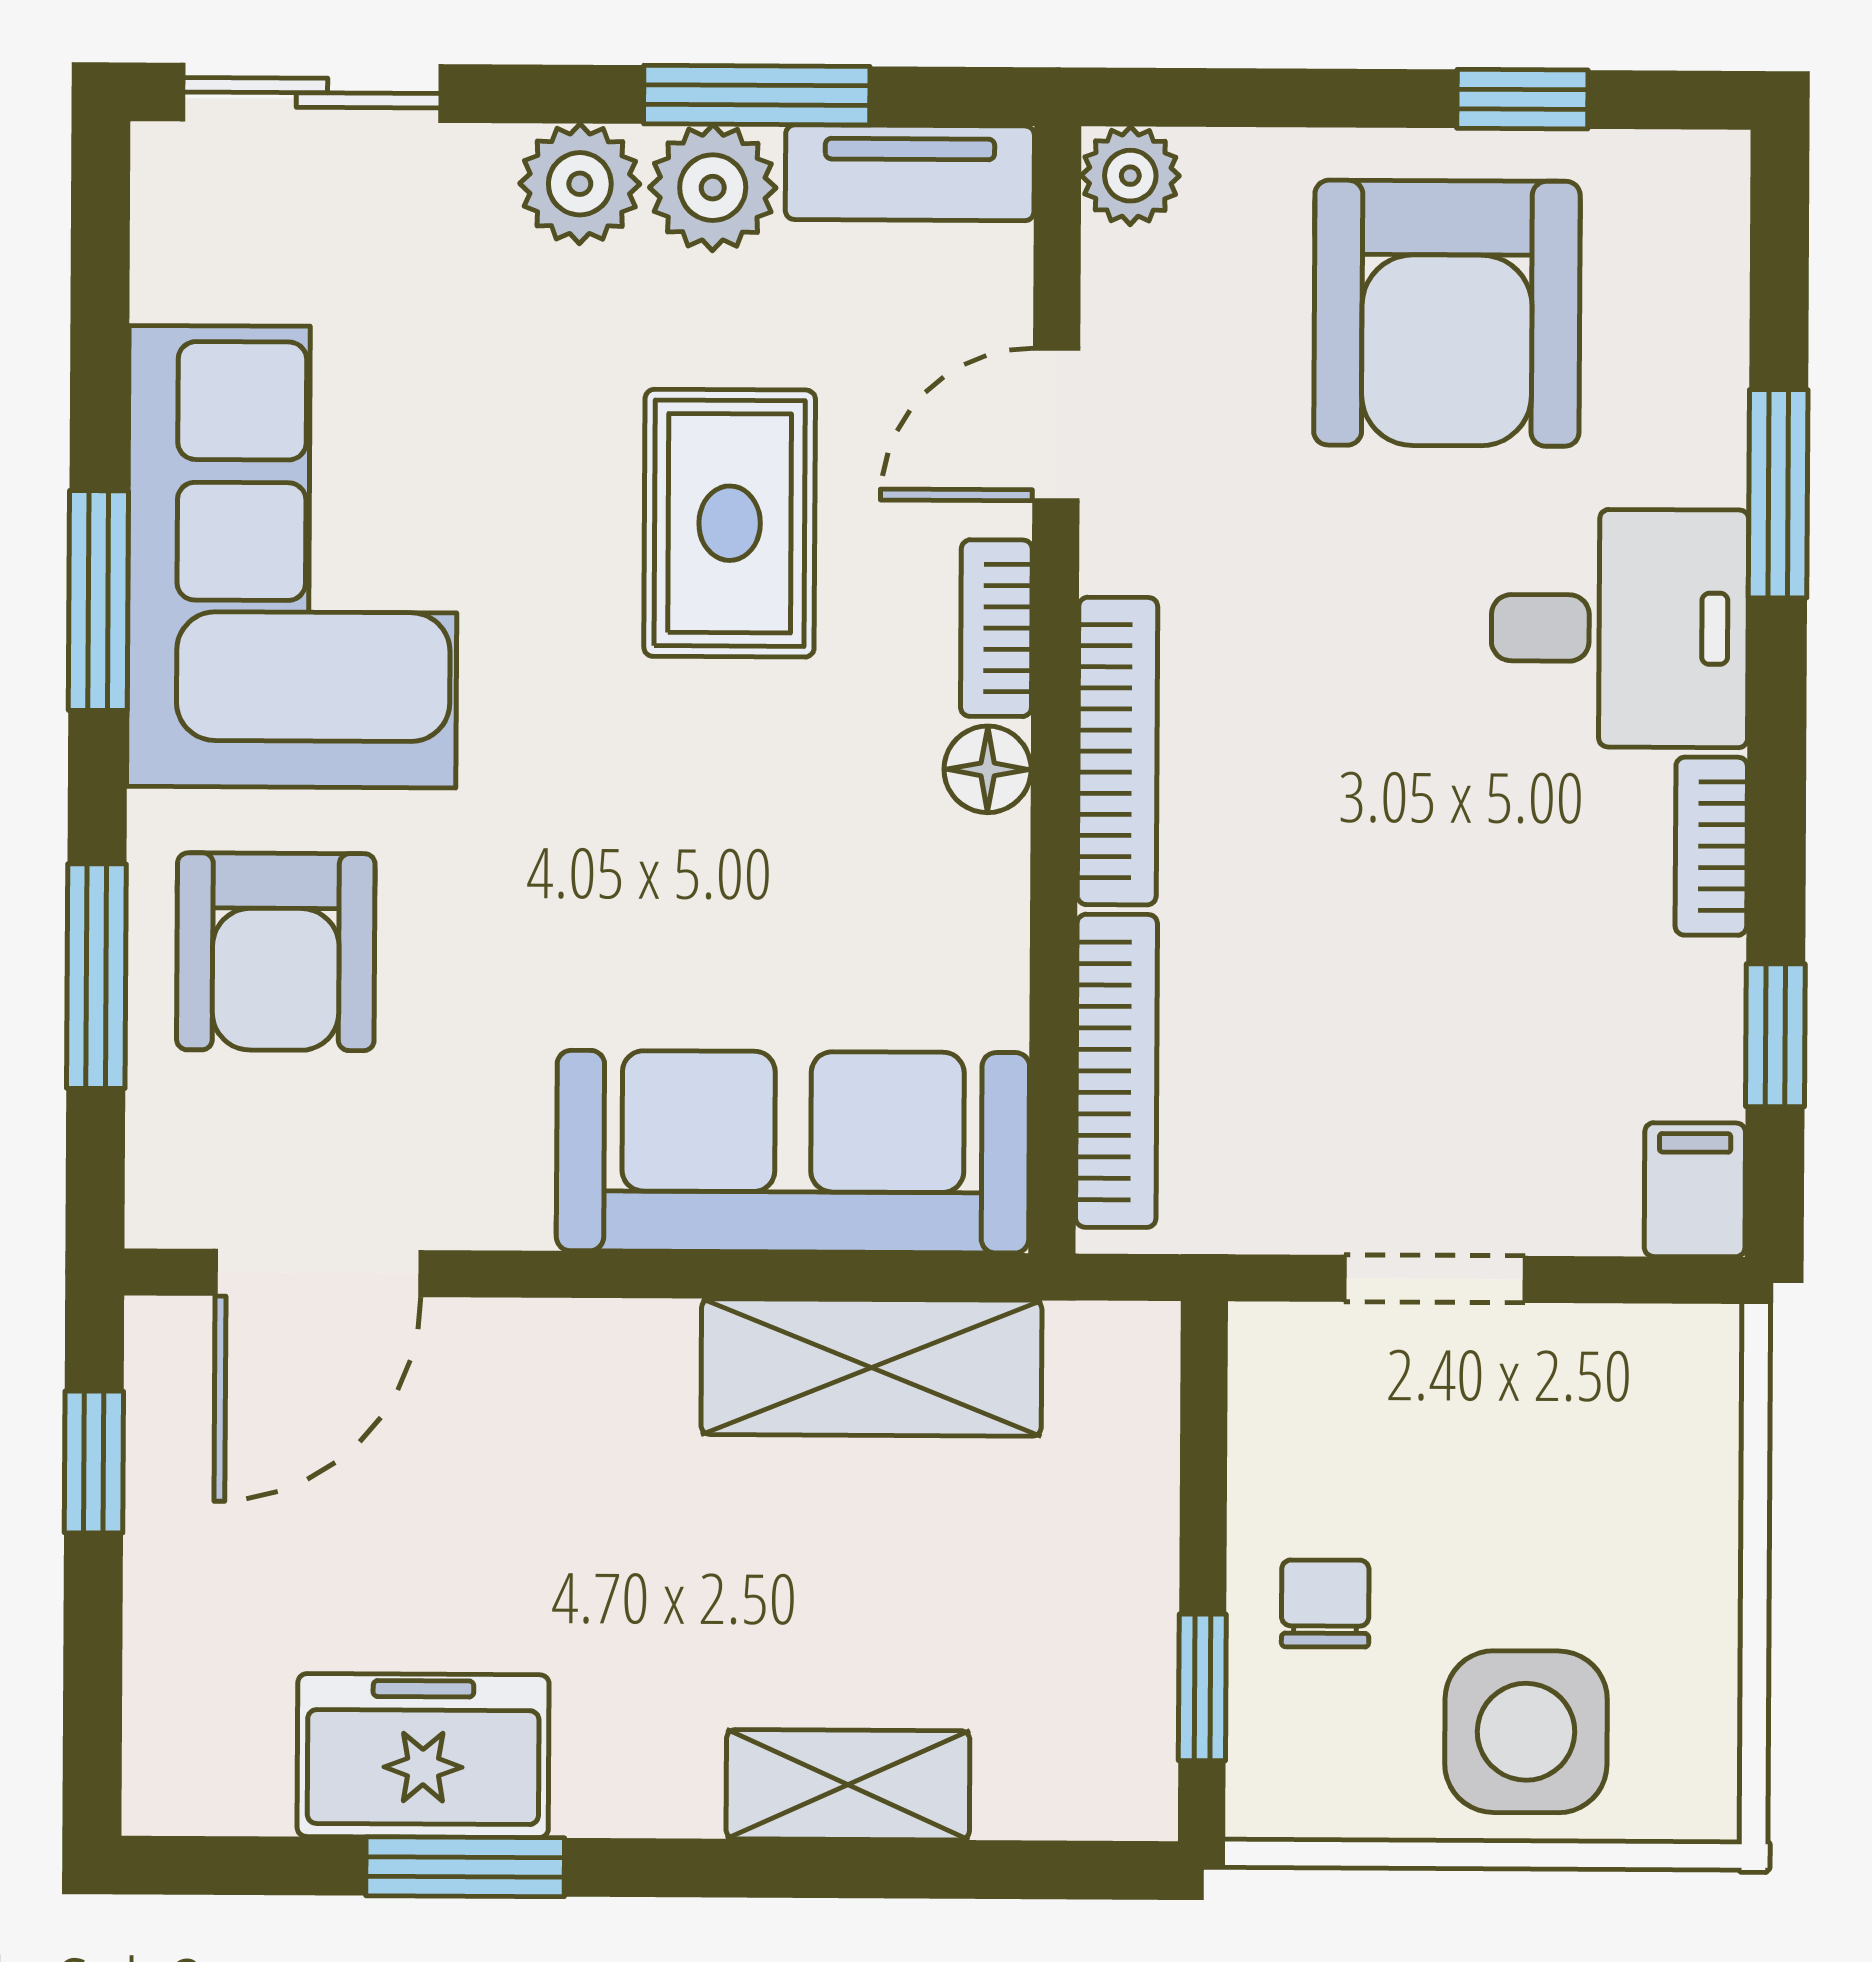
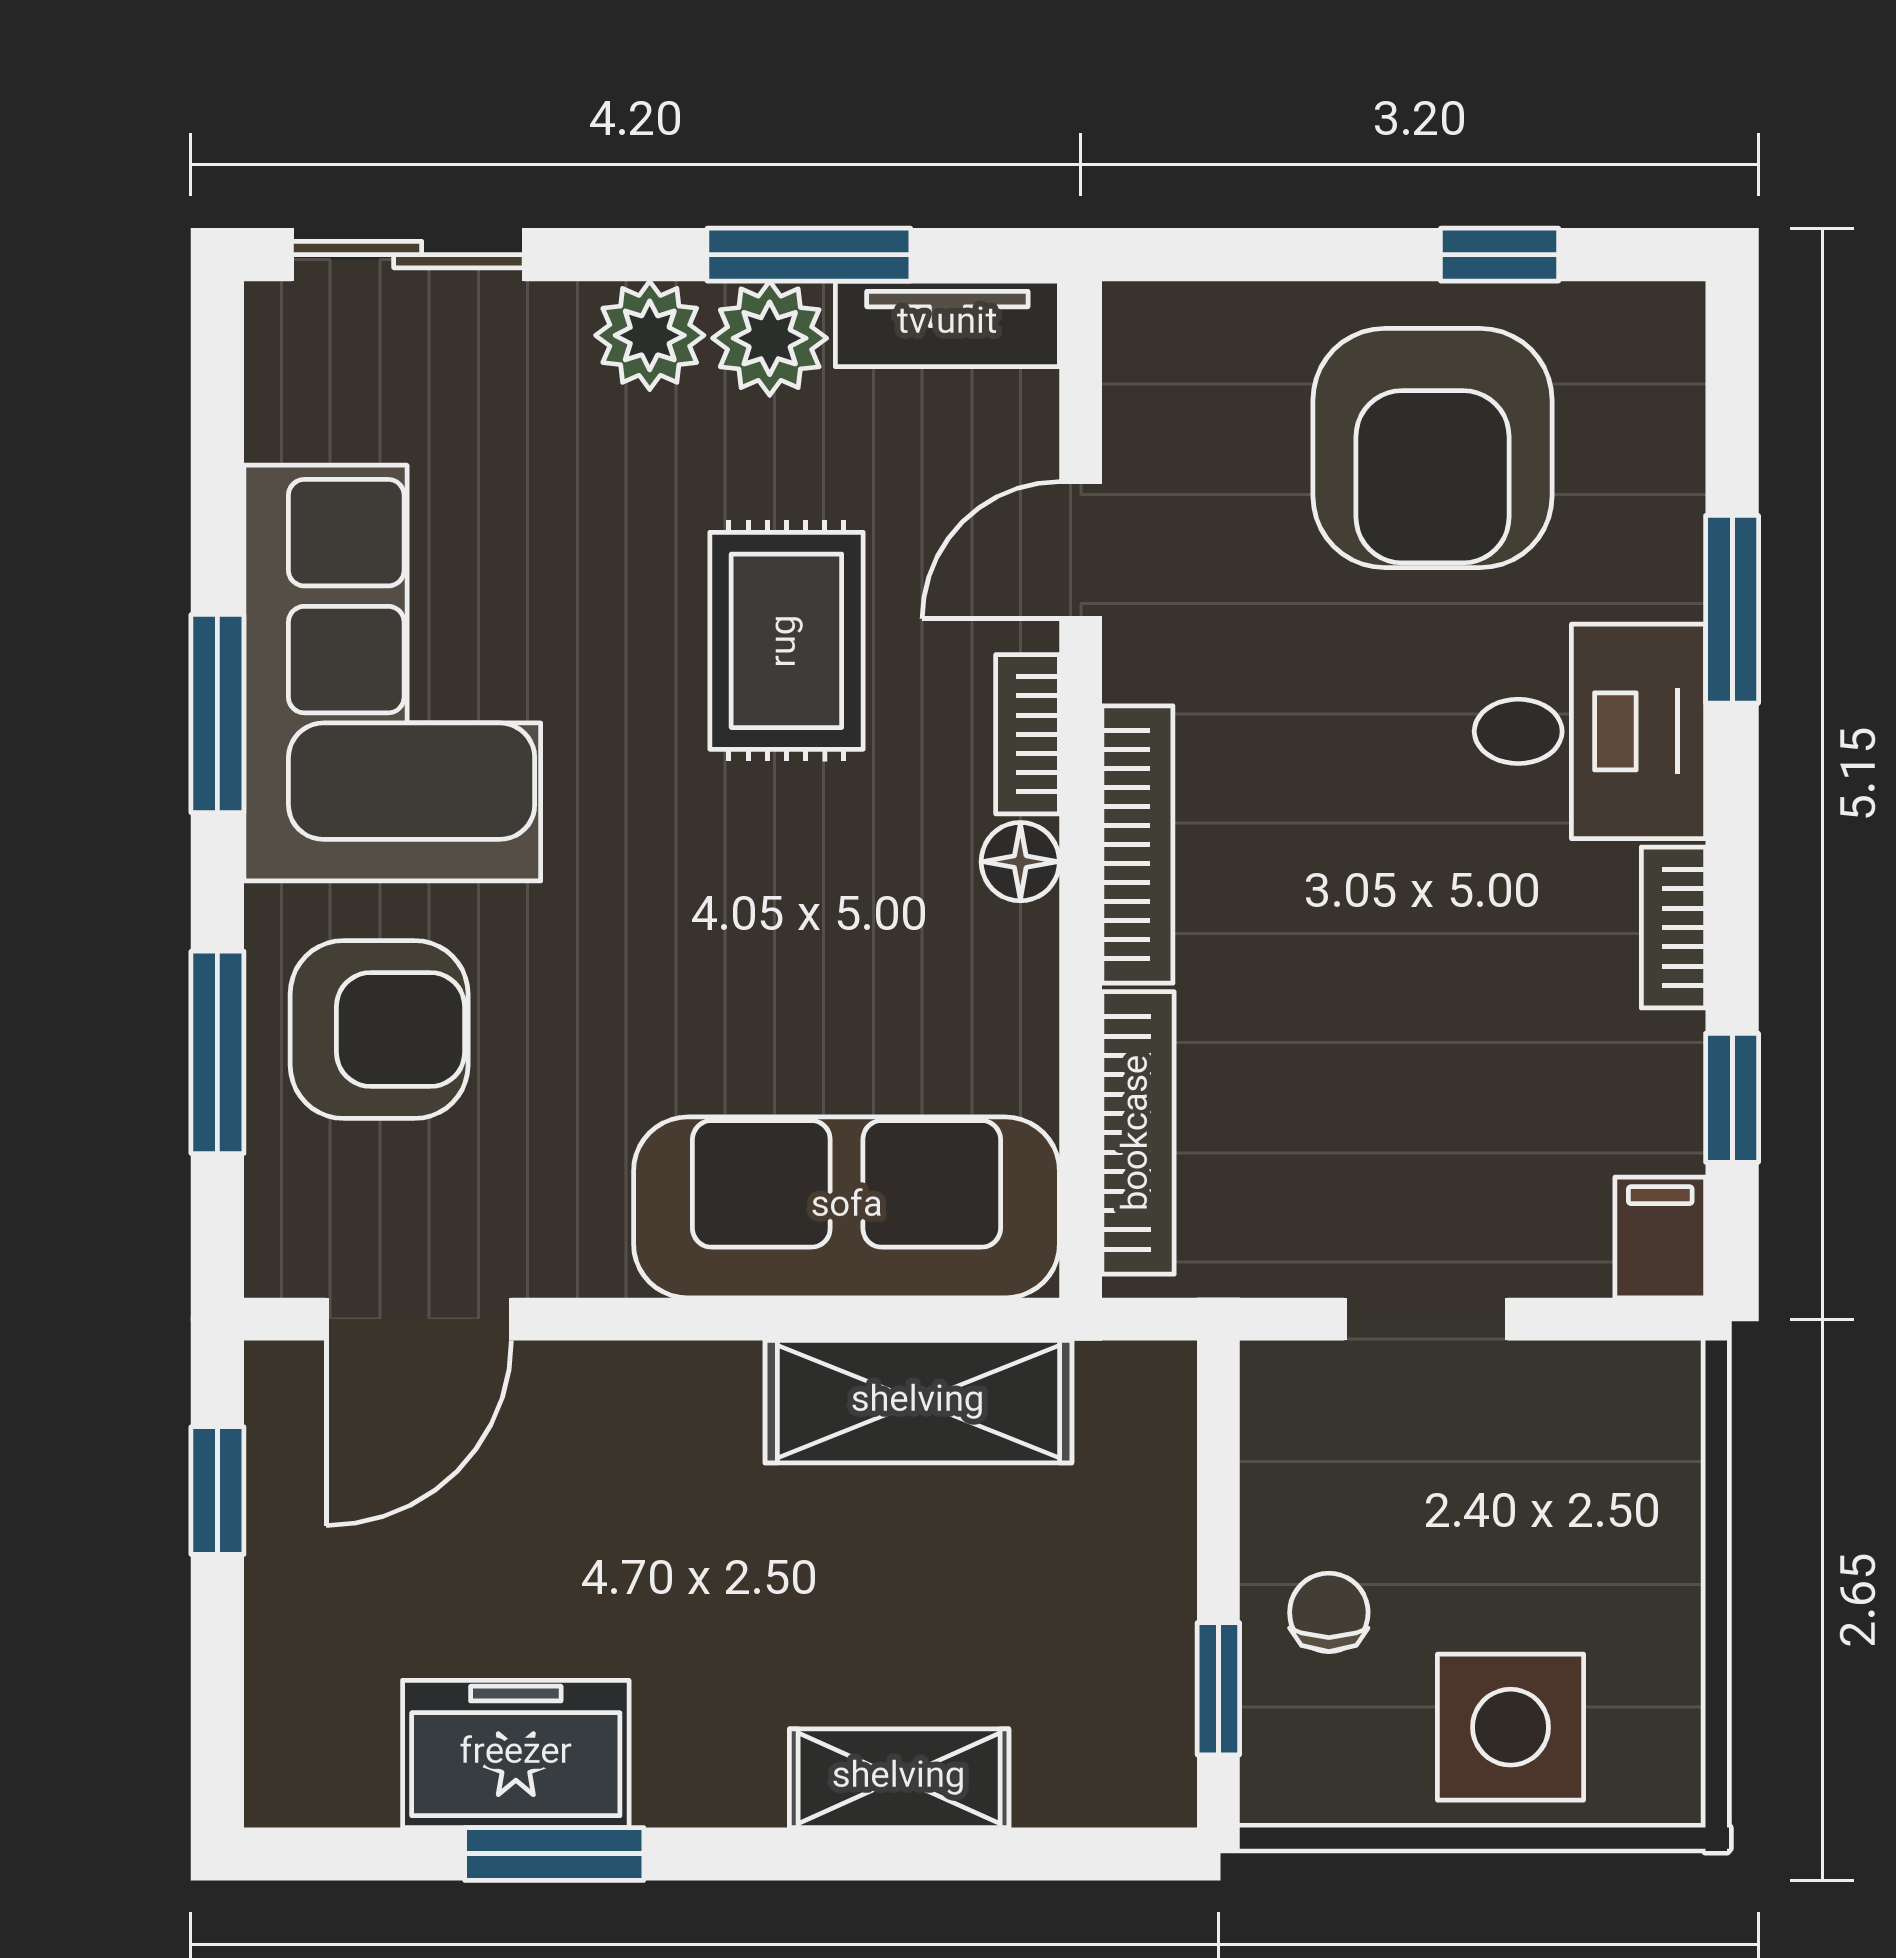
plant: (1130, 176) -> (1146, 325), removed
armchair: (276, 952) -> (379, 1029), turned -90

